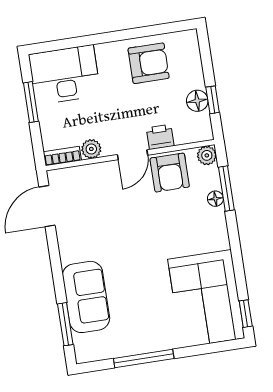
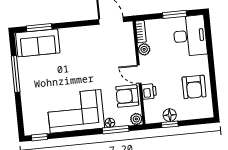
sofa: (86, 297) -> (38, 43), moved
corner sofa: (206, 299) -> (76, 111), moved

